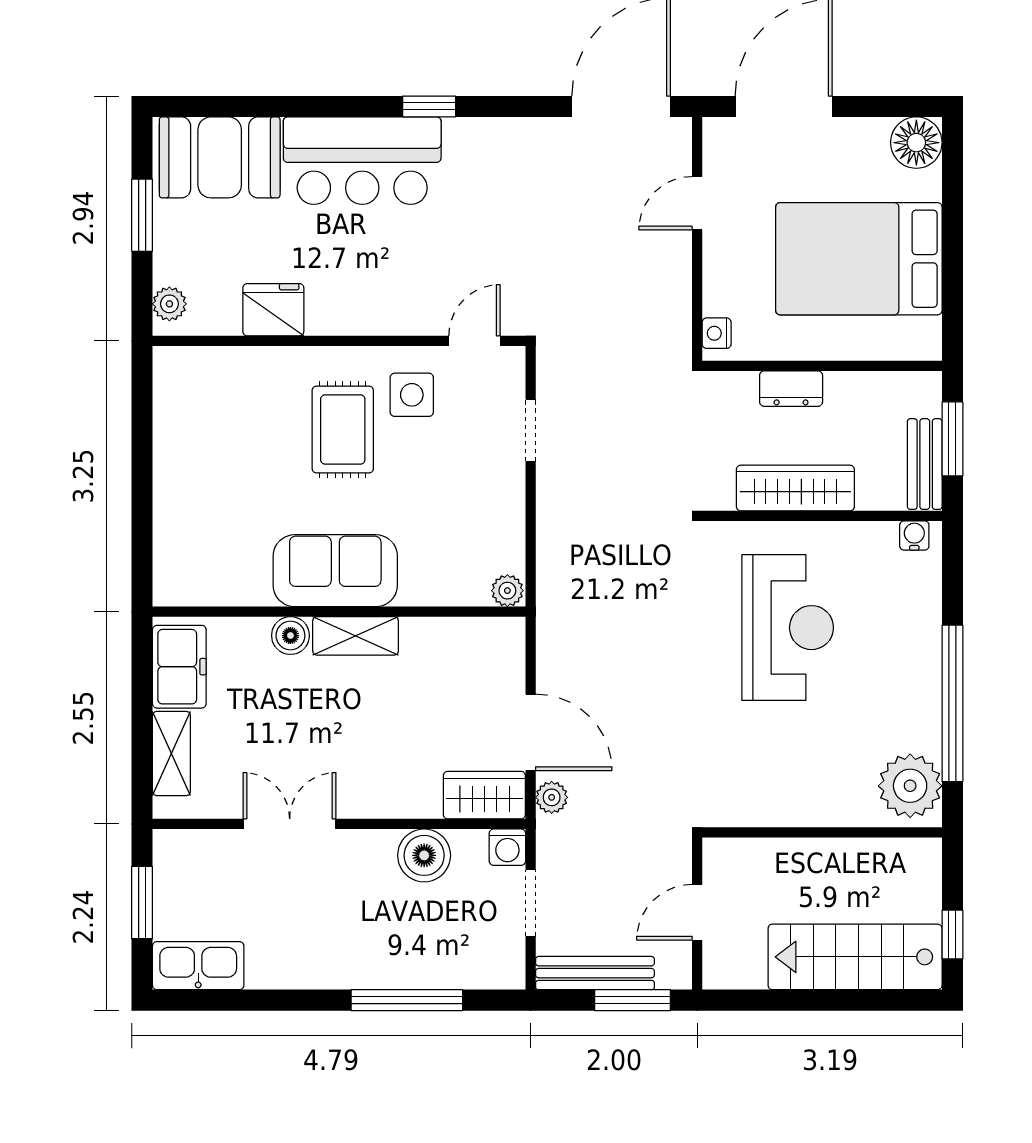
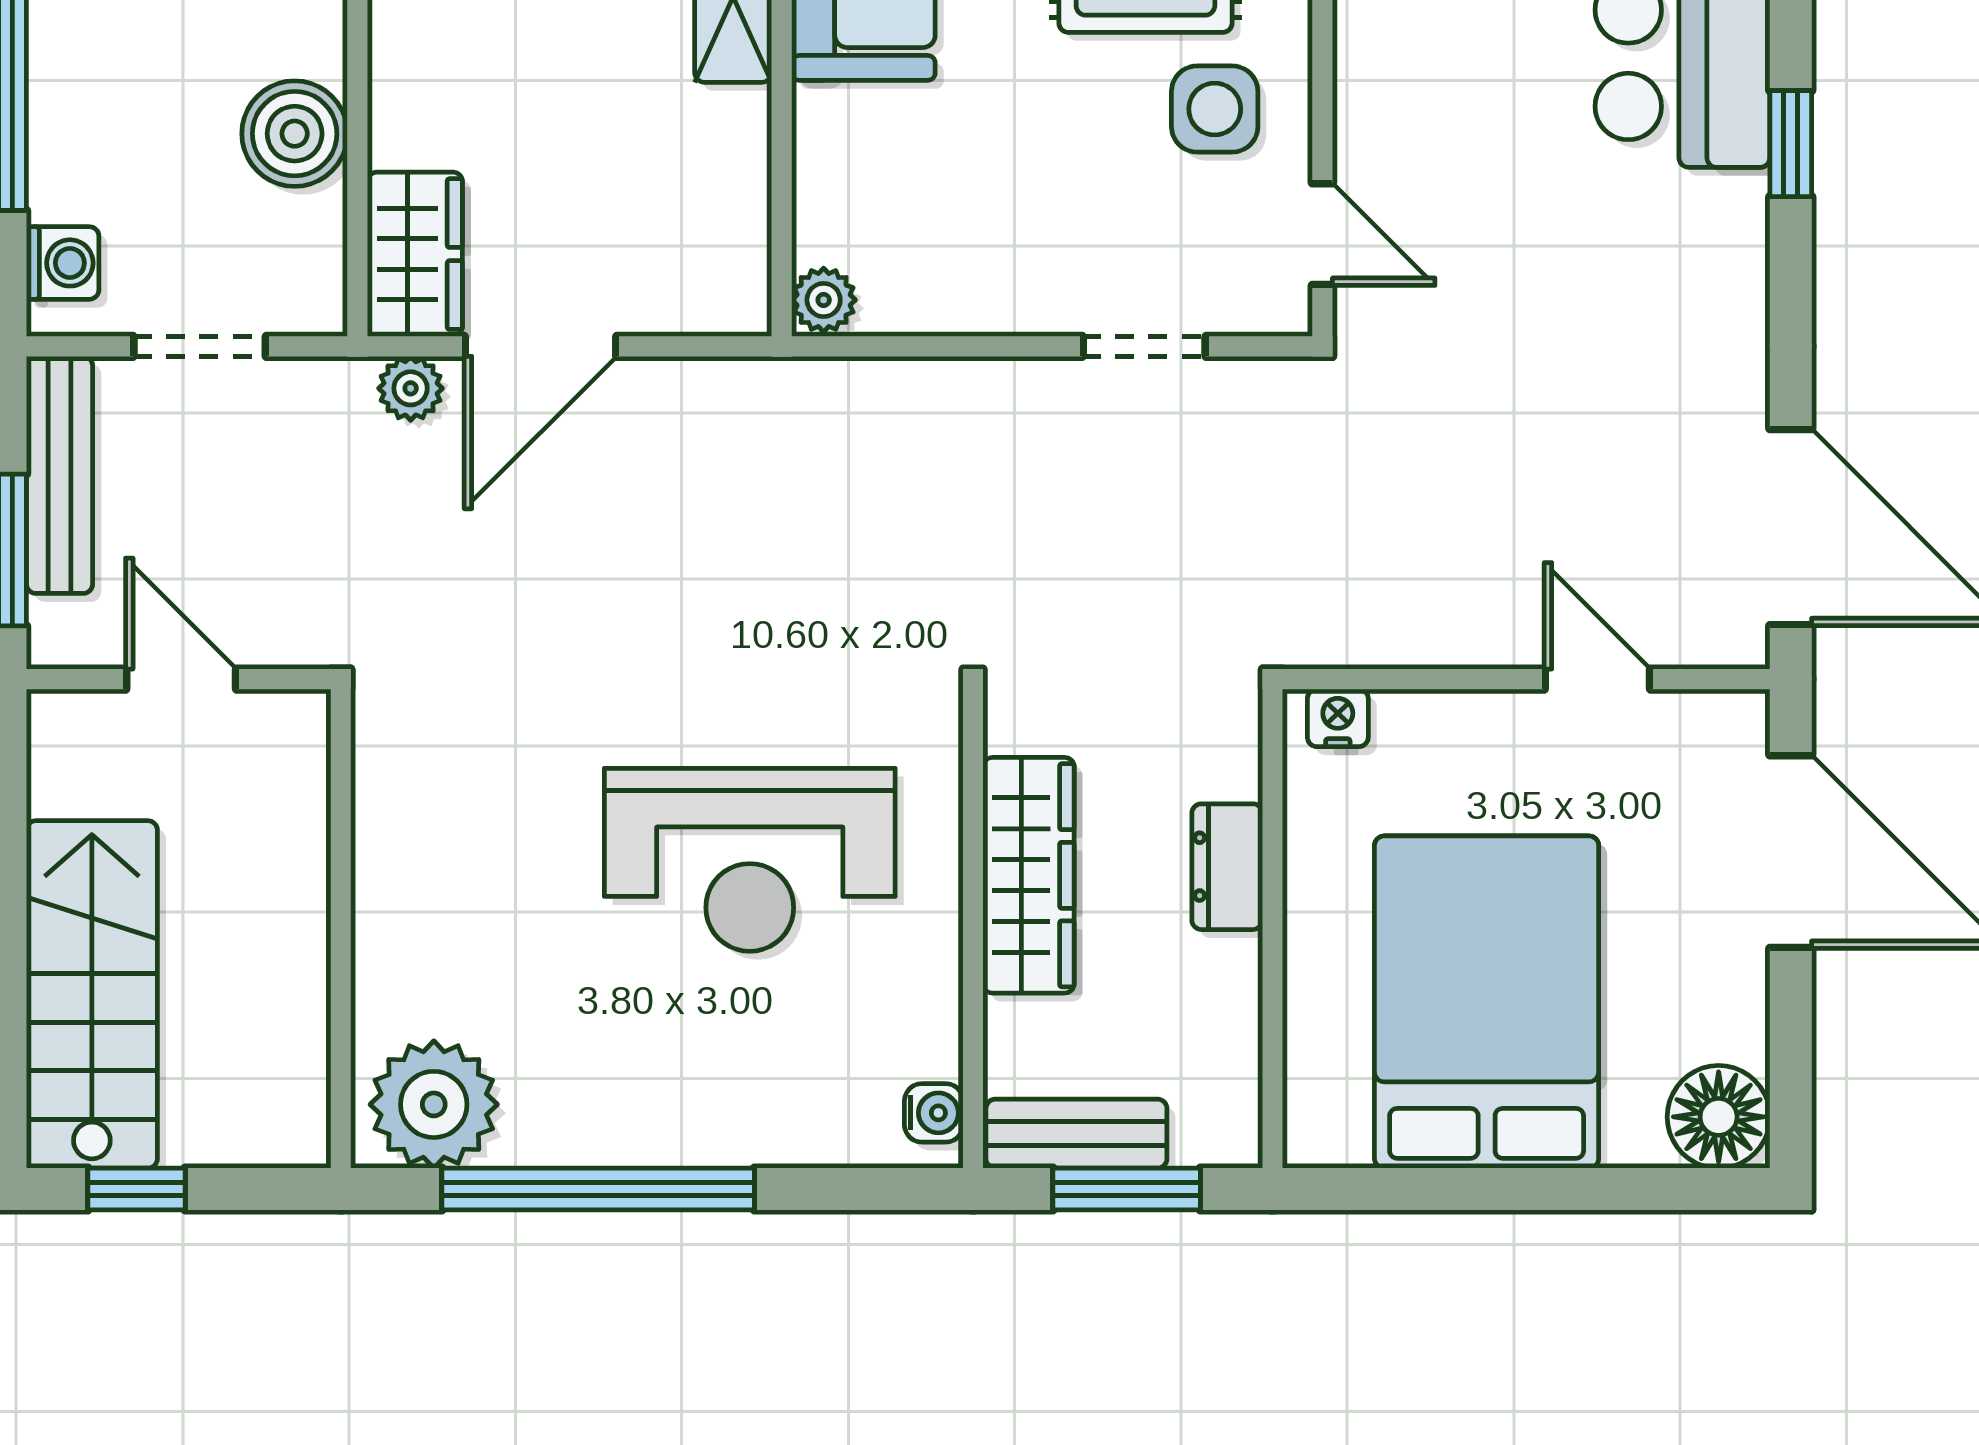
washing machine: (507, 847) -> (63, 263), moved, turned 180

